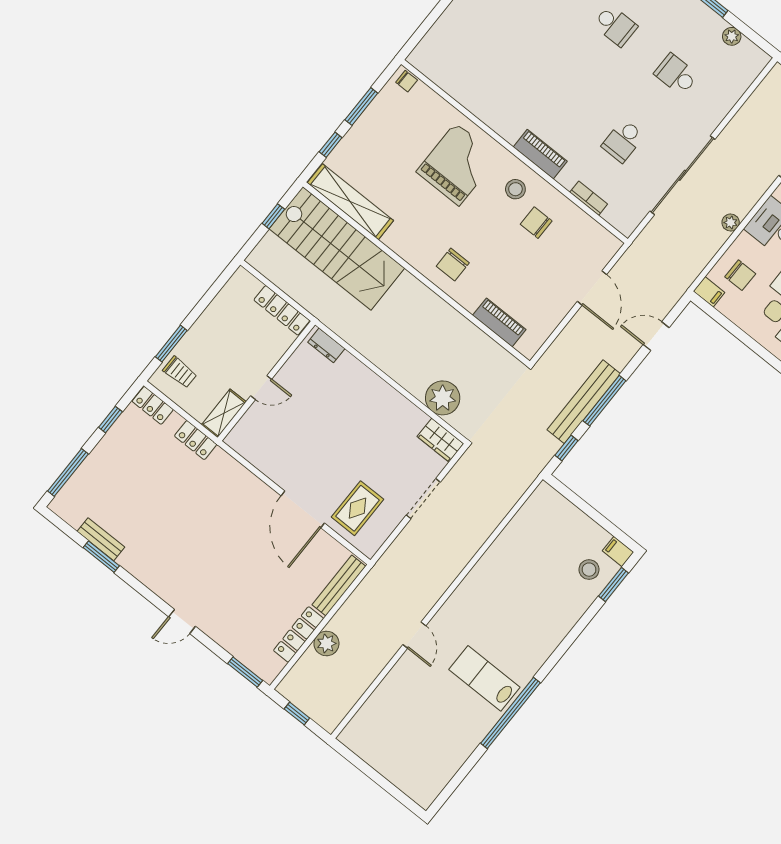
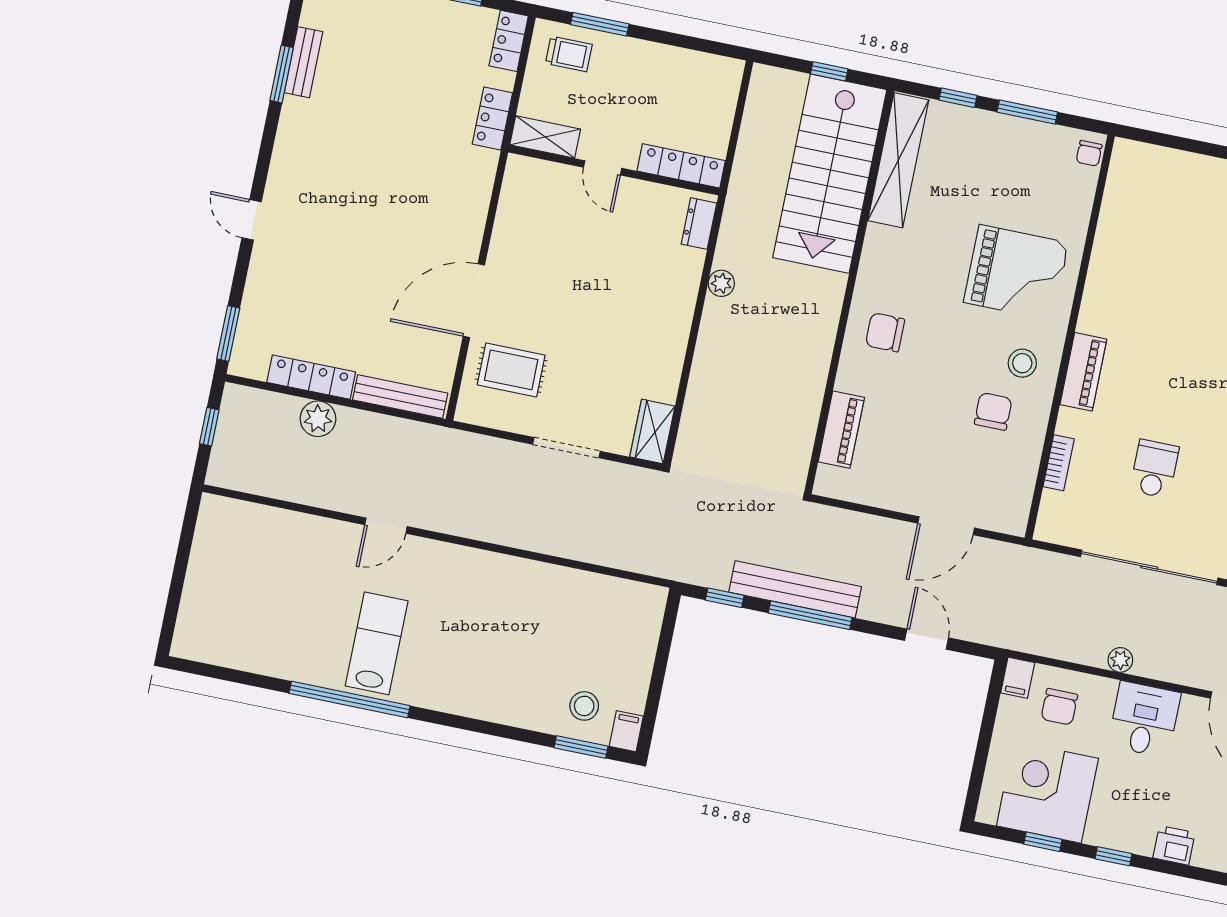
school desk: (623, 141) -> (1154, 469), turned 90
locker: (282, 310) -> (681, 166), moved, turned 90
trolley: (180, 372) -> (569, 54), turned -90
plant: (443, 398) -> (721, 283), moved, width x0.53, depth x0.53

